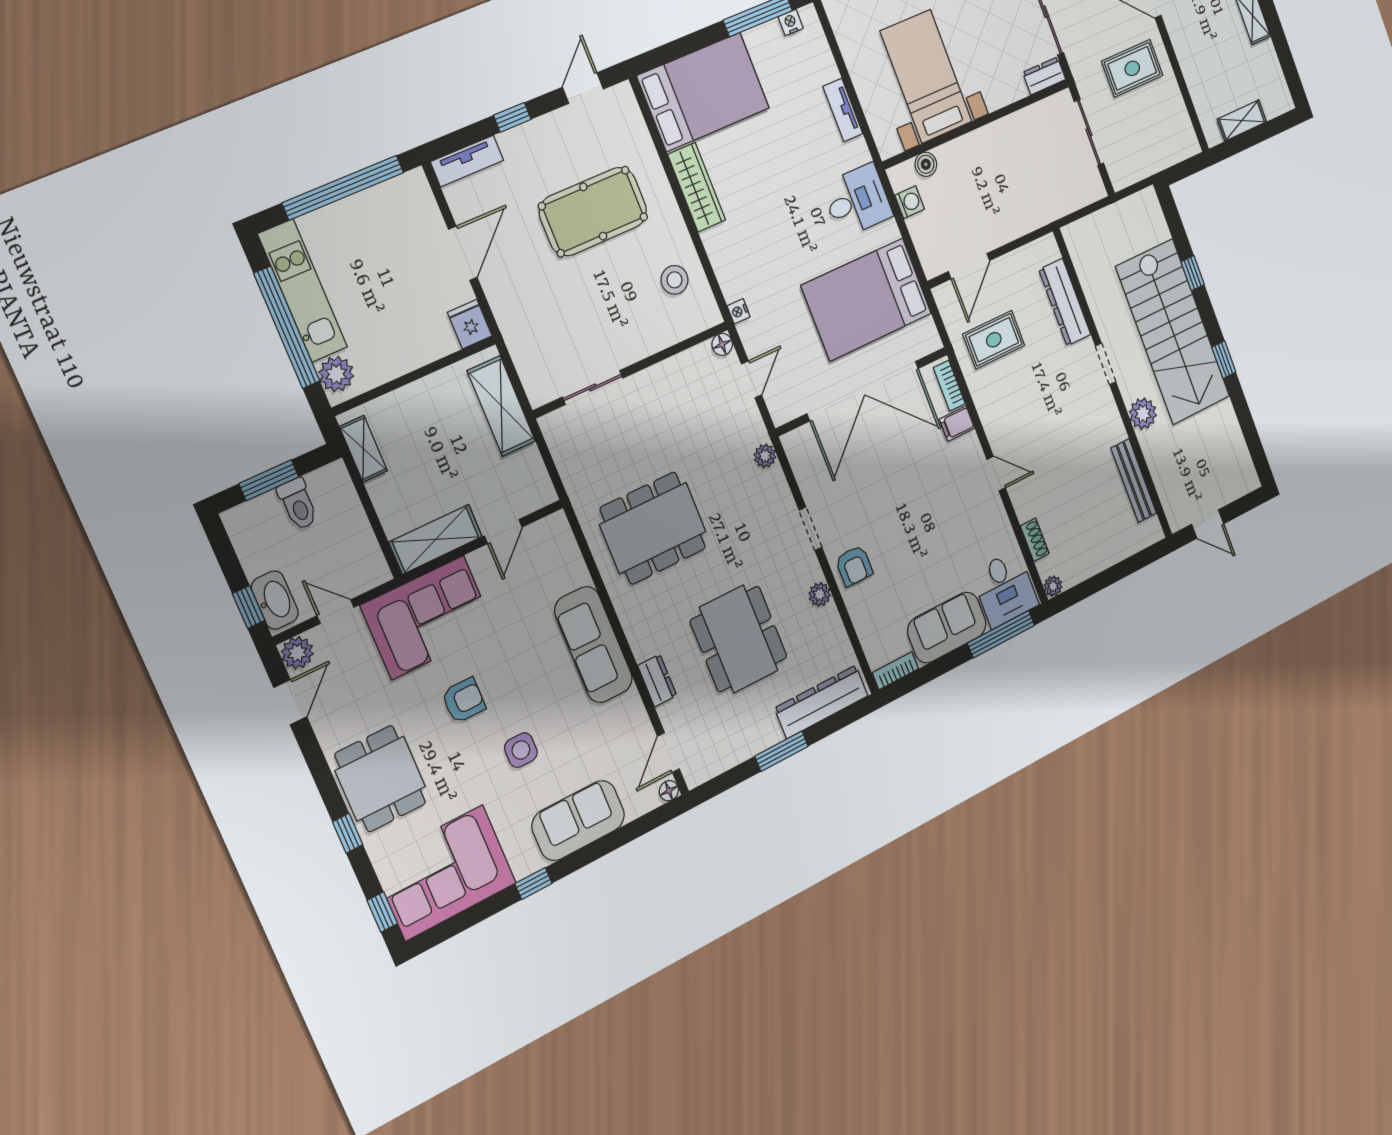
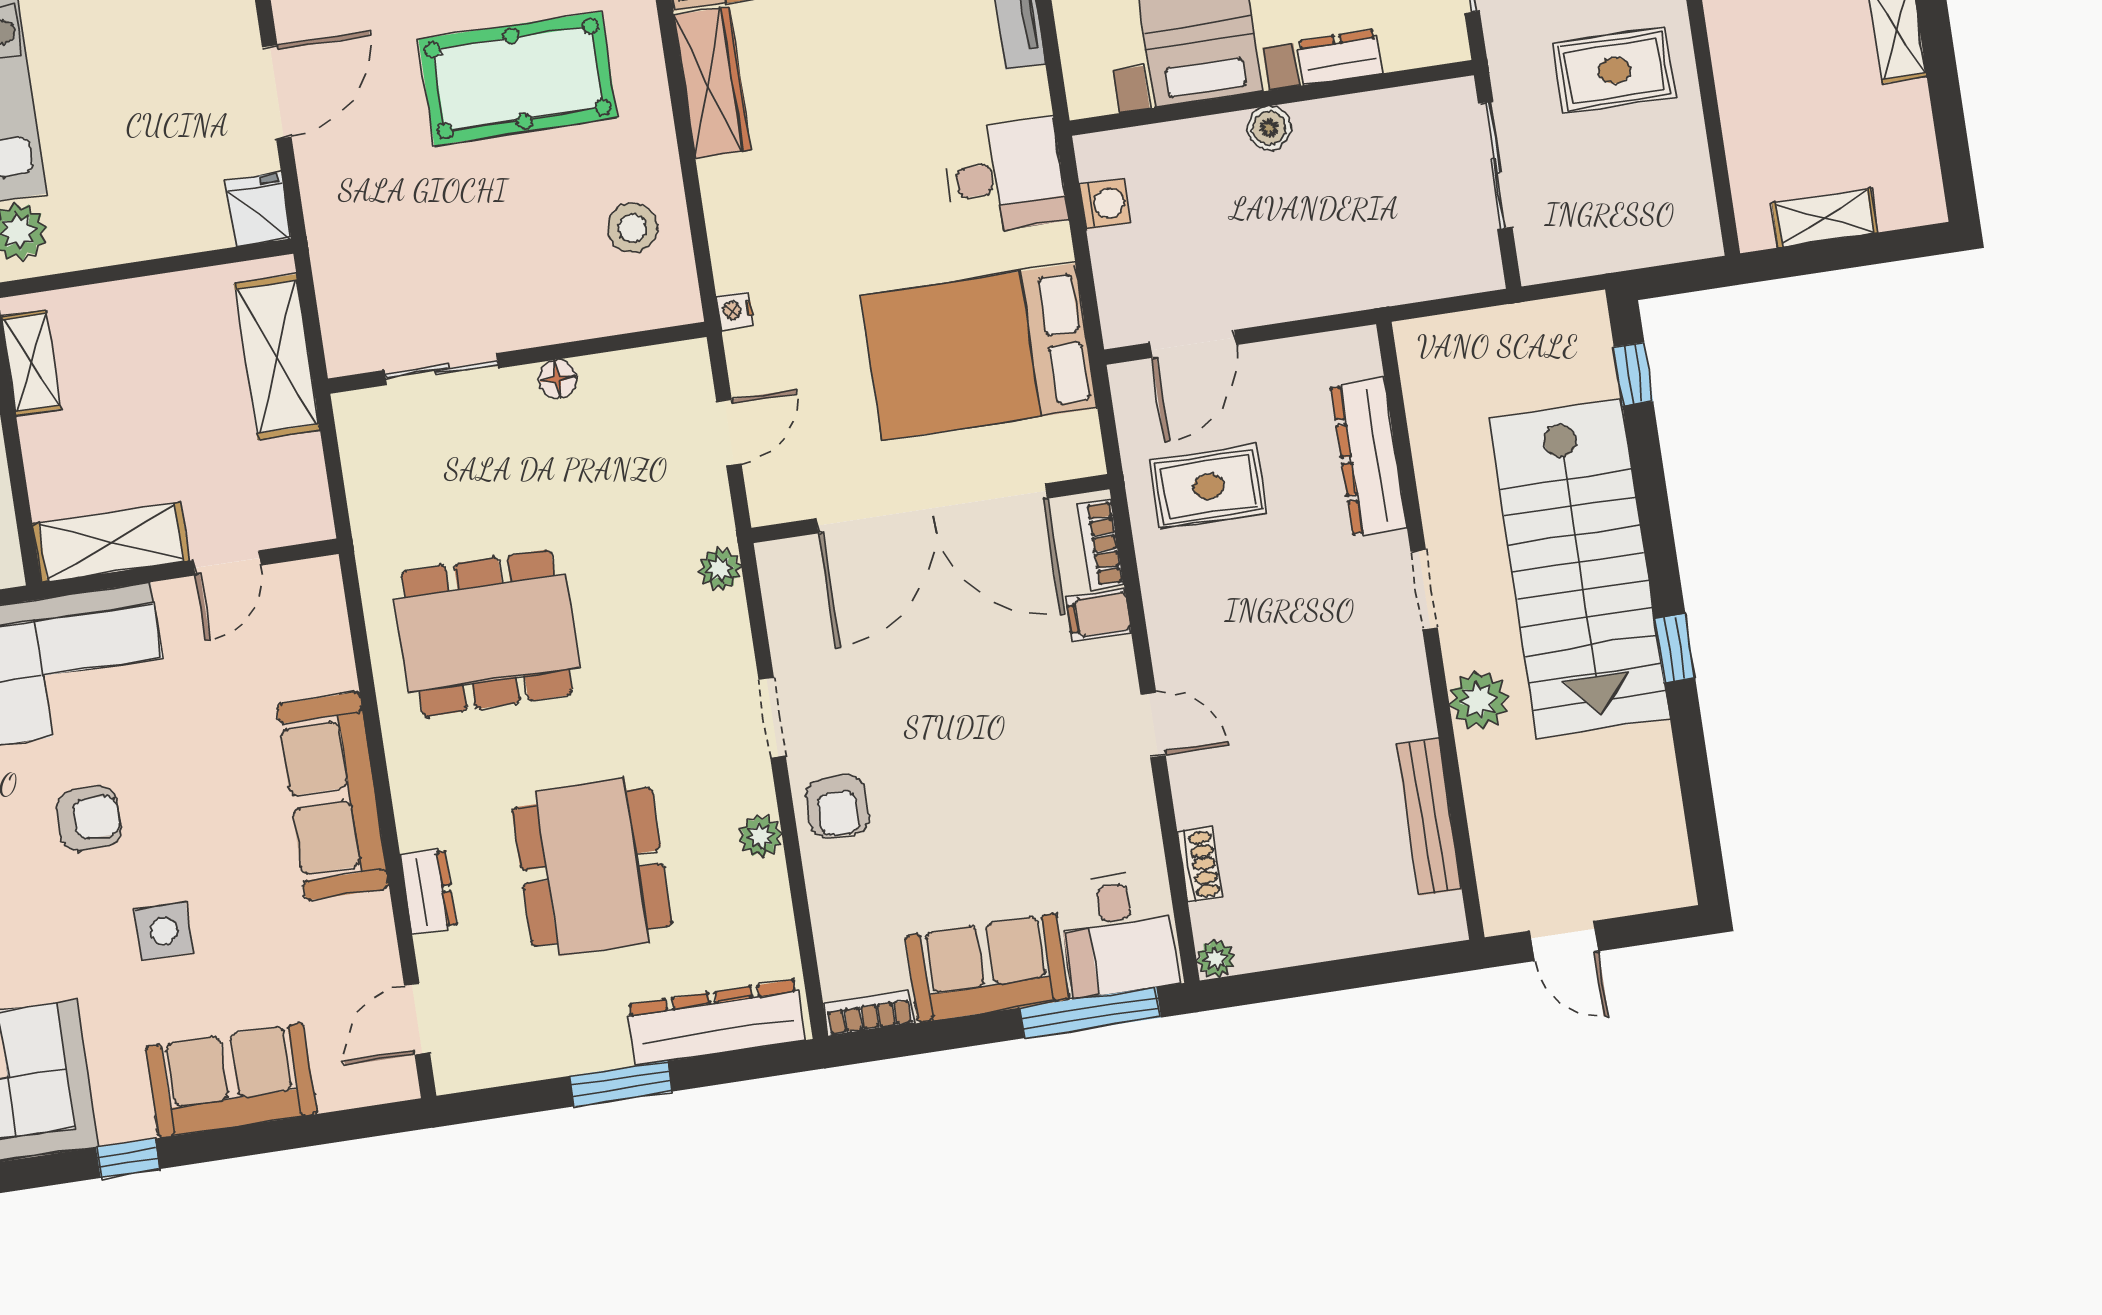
dresser: (1044, 76) -> (1339, 57), moved
boiler: (926, 164) -> (1269, 128), moved
window: (1193, 273) -> (1634, 374), moved
floor lamp: (722, 344) -> (558, 379), moved
floor lamp: (669, 791) -> (401, 1084), removed

